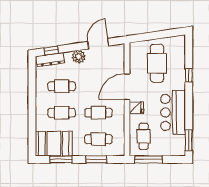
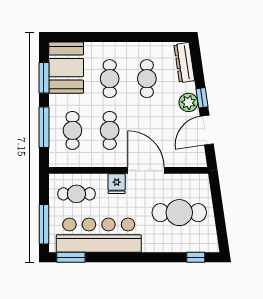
door: (98, 44) -> (207, 130), swing flipped
window: (51, 51) -> (202, 98), moved
window: (189, 75) -> (196, 257), moved
bar counter: (173, 112) -> (99, 235), width x1.36
window: (96, 159) -> (44, 127), width x1.44
window: (148, 159) -> (44, 224), moved

